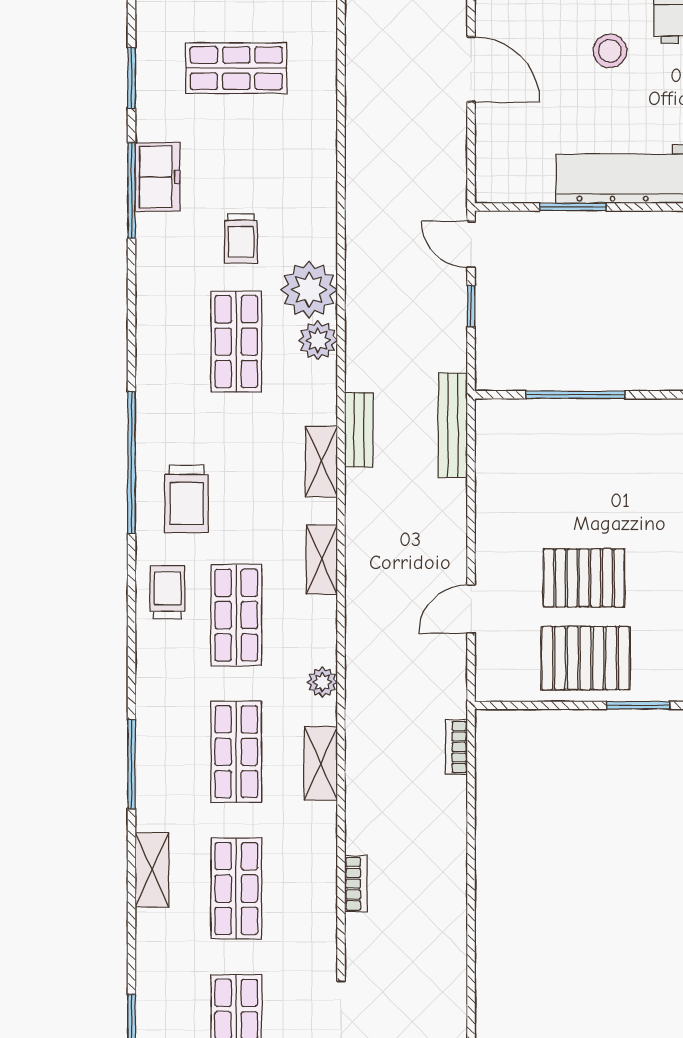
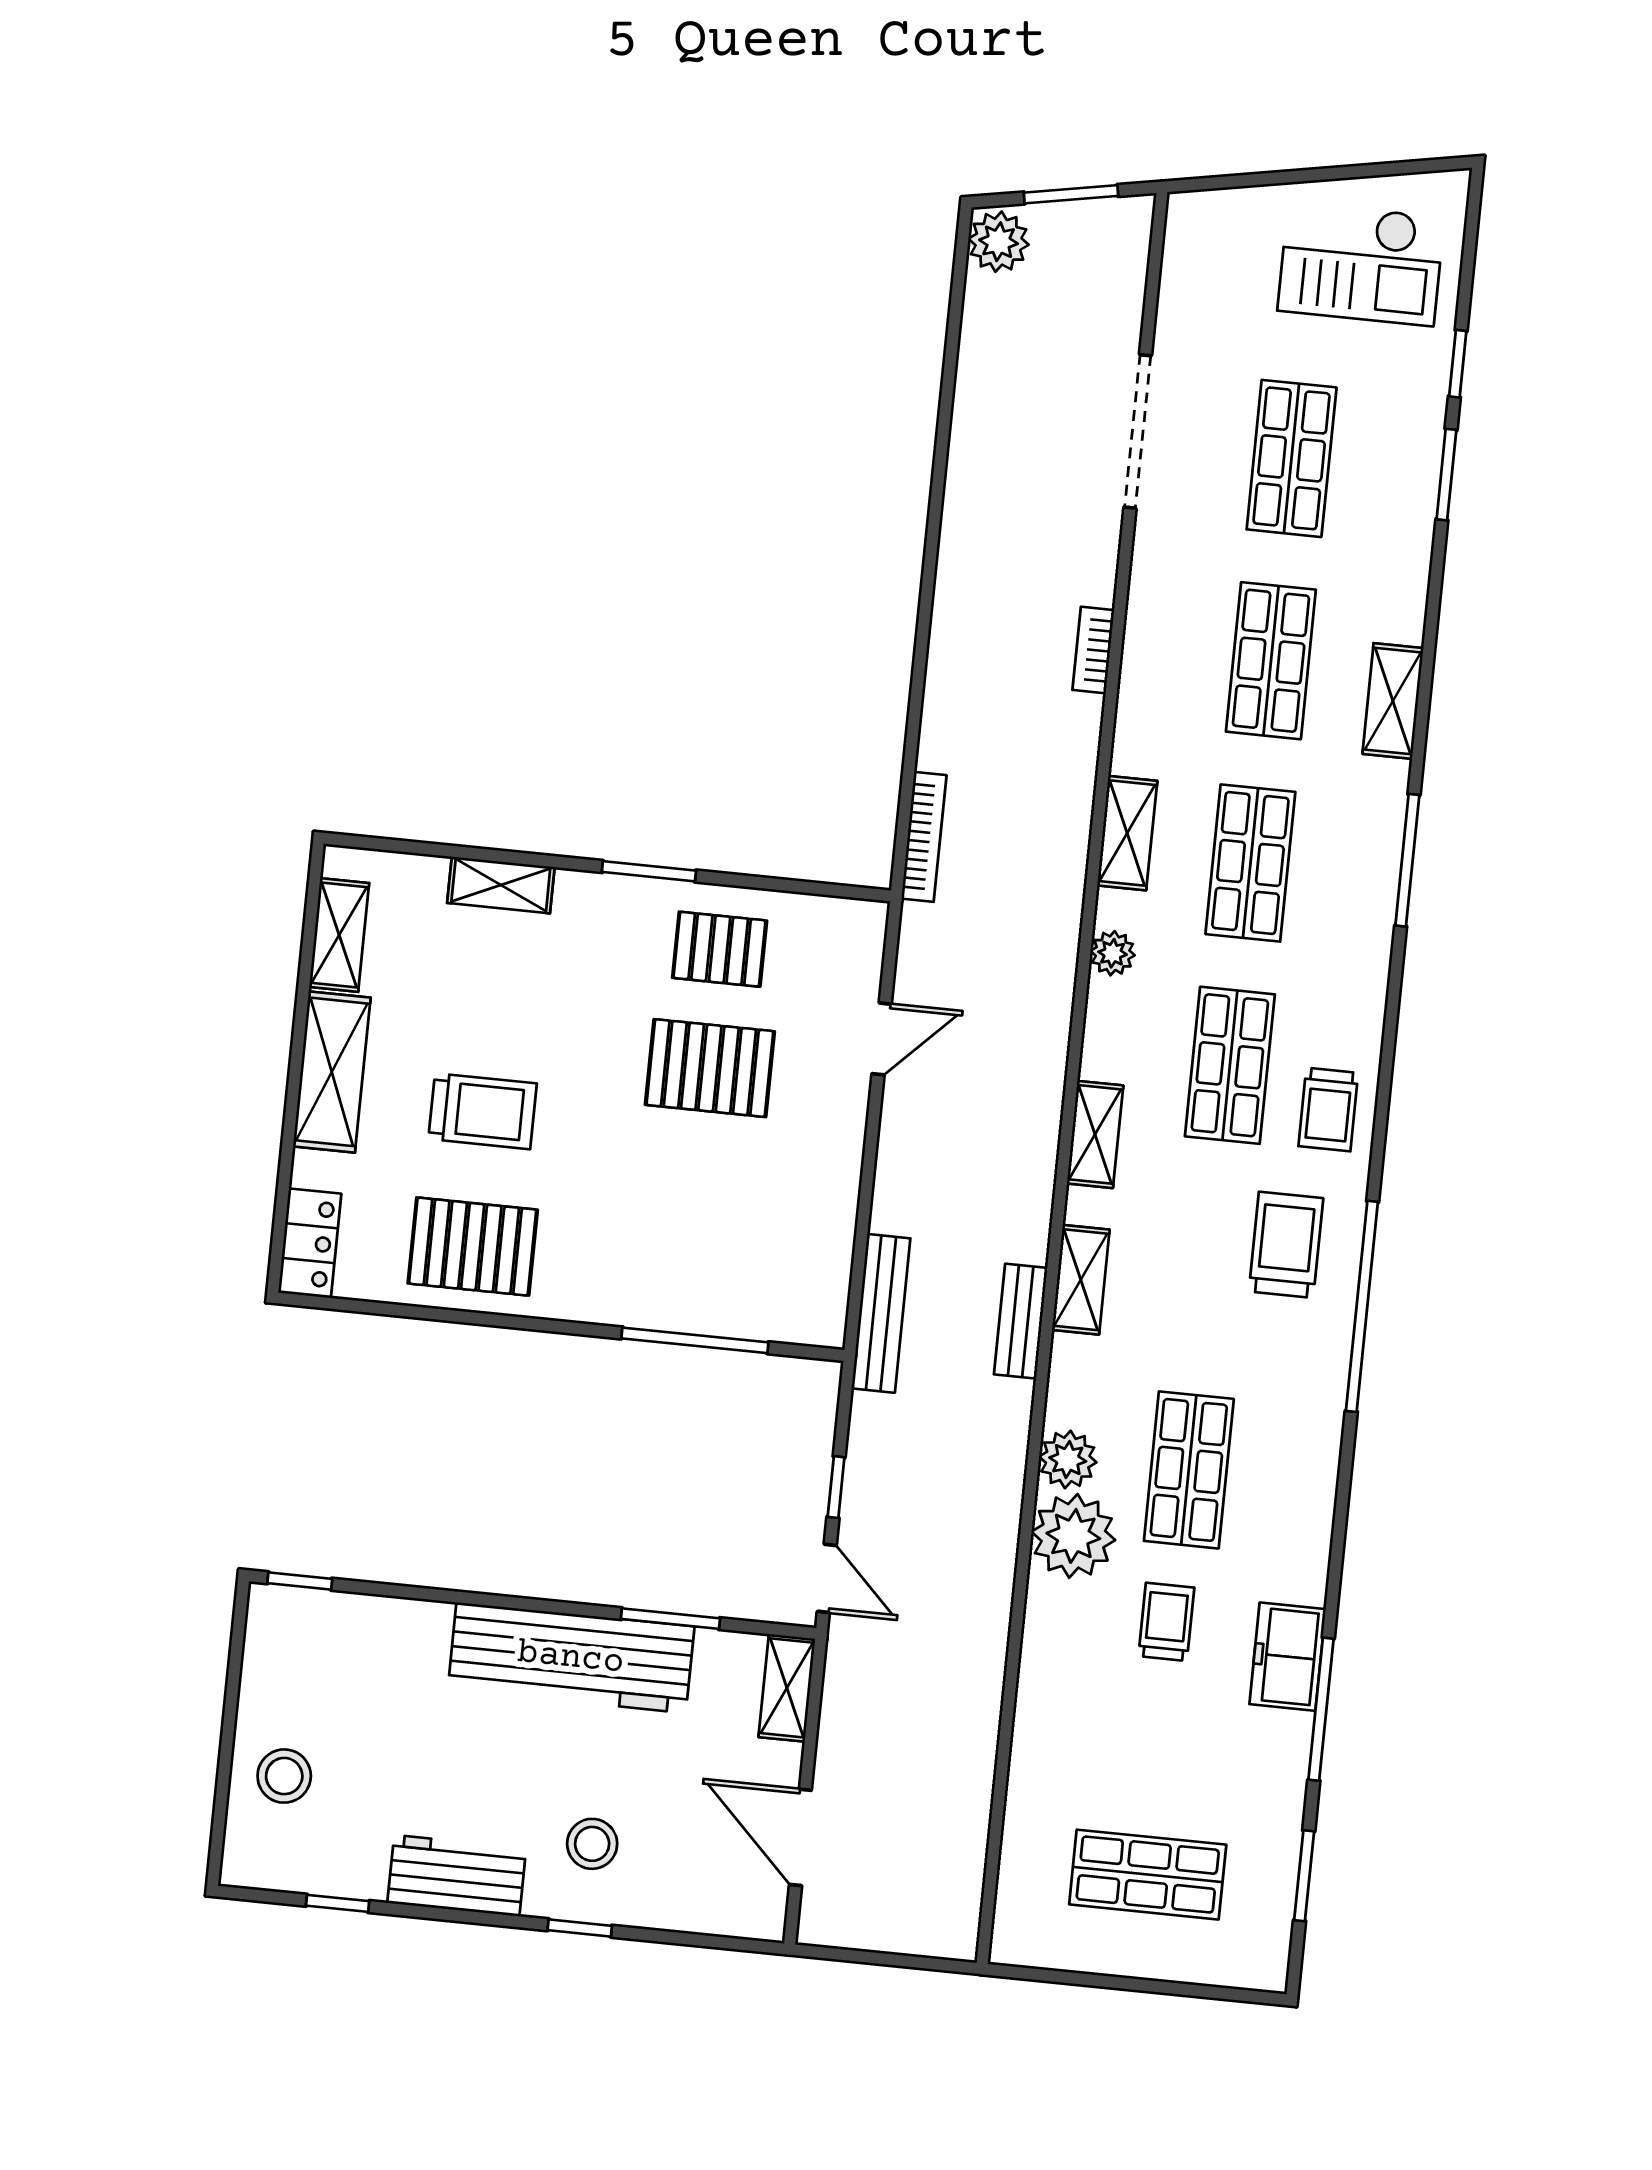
shelving: (490, 168) -> (787, 1688), added
freezer: (157, 177) -> (1288, 1657), moved
pallet: (586, 658) -> (720, 949), width x0.67, depth x0.71
bookcase: (456, 747) -> (924, 837), width x1.56

